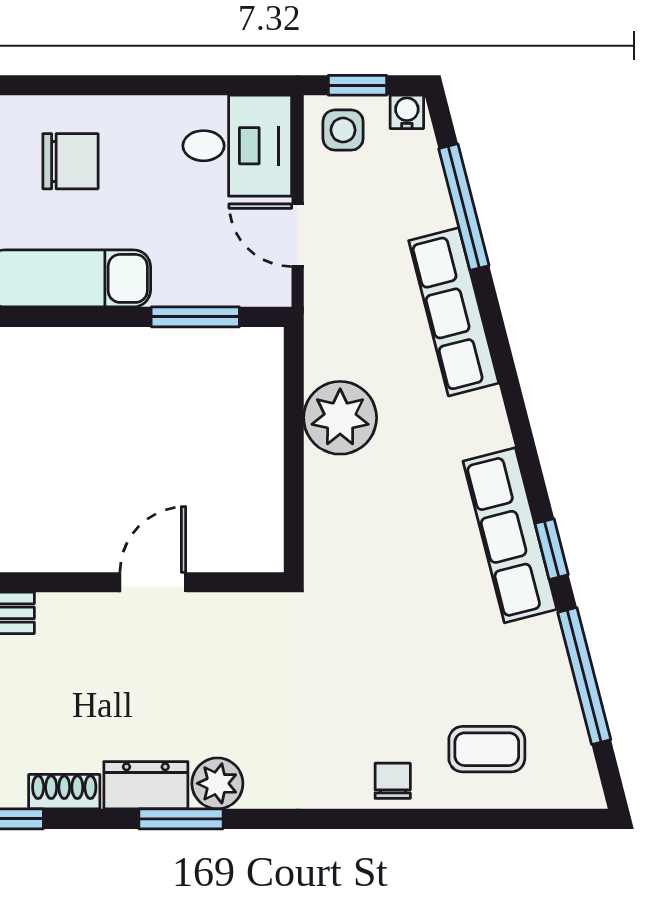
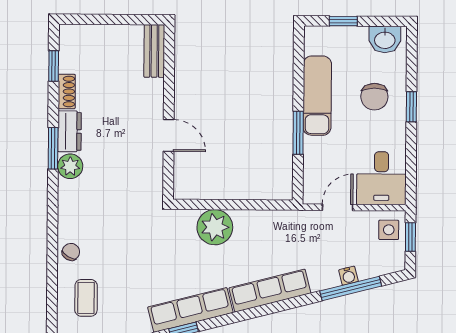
window: (91, 85) -> (411, 107), added
water cooler: (407, 112) -> (348, 276), moved, turned 76
row of seats: (454, 312) -> (270, 291), moved
window: (195, 317) -> (298, 133), moved
plant: (340, 418) -> (215, 227), moved
chair: (393, 781) -> (71, 252), turned -59

